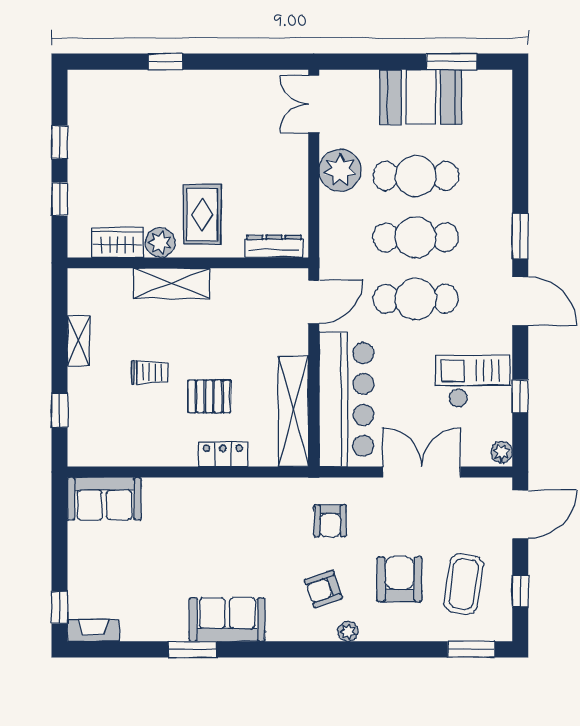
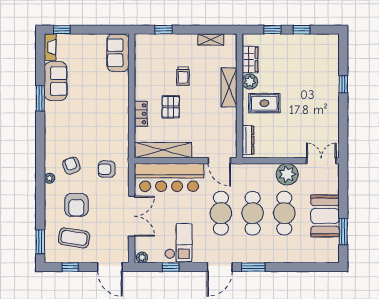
shelving: (79, 341) -> (211, 39), moved
armchair: (400, 579) -> (76, 205), turned 90
sofa: (227, 620) -> (56, 81), moved

